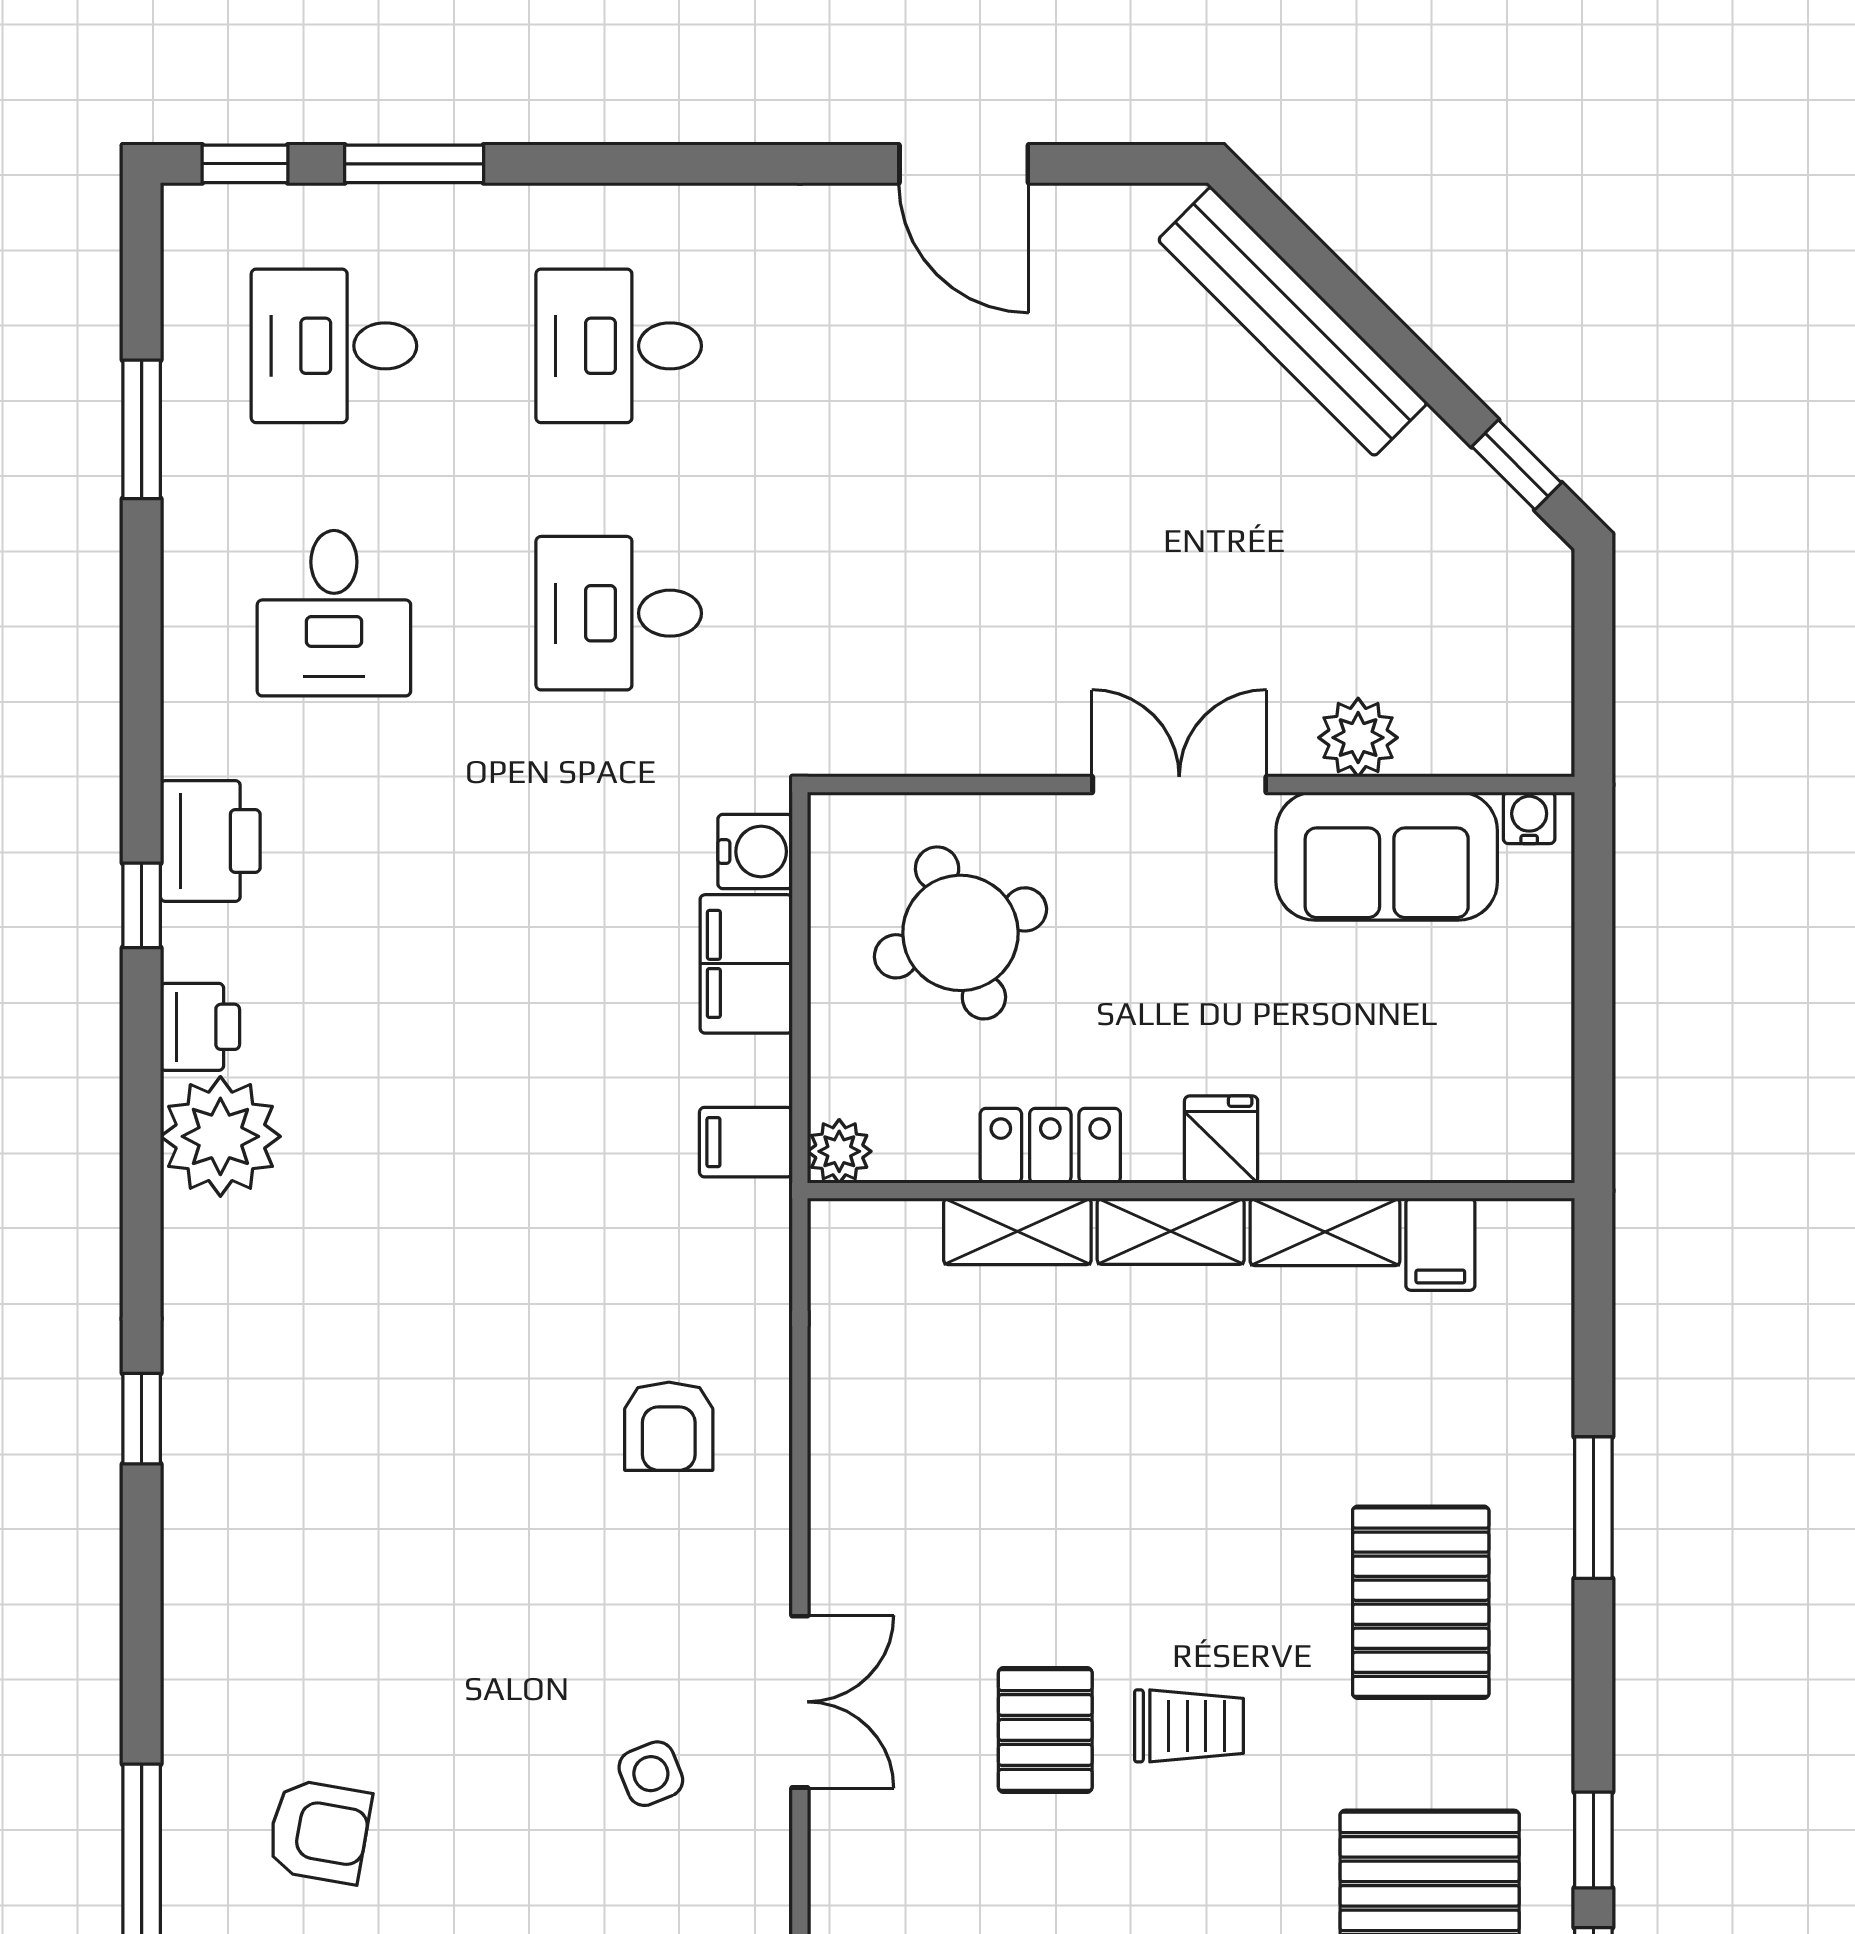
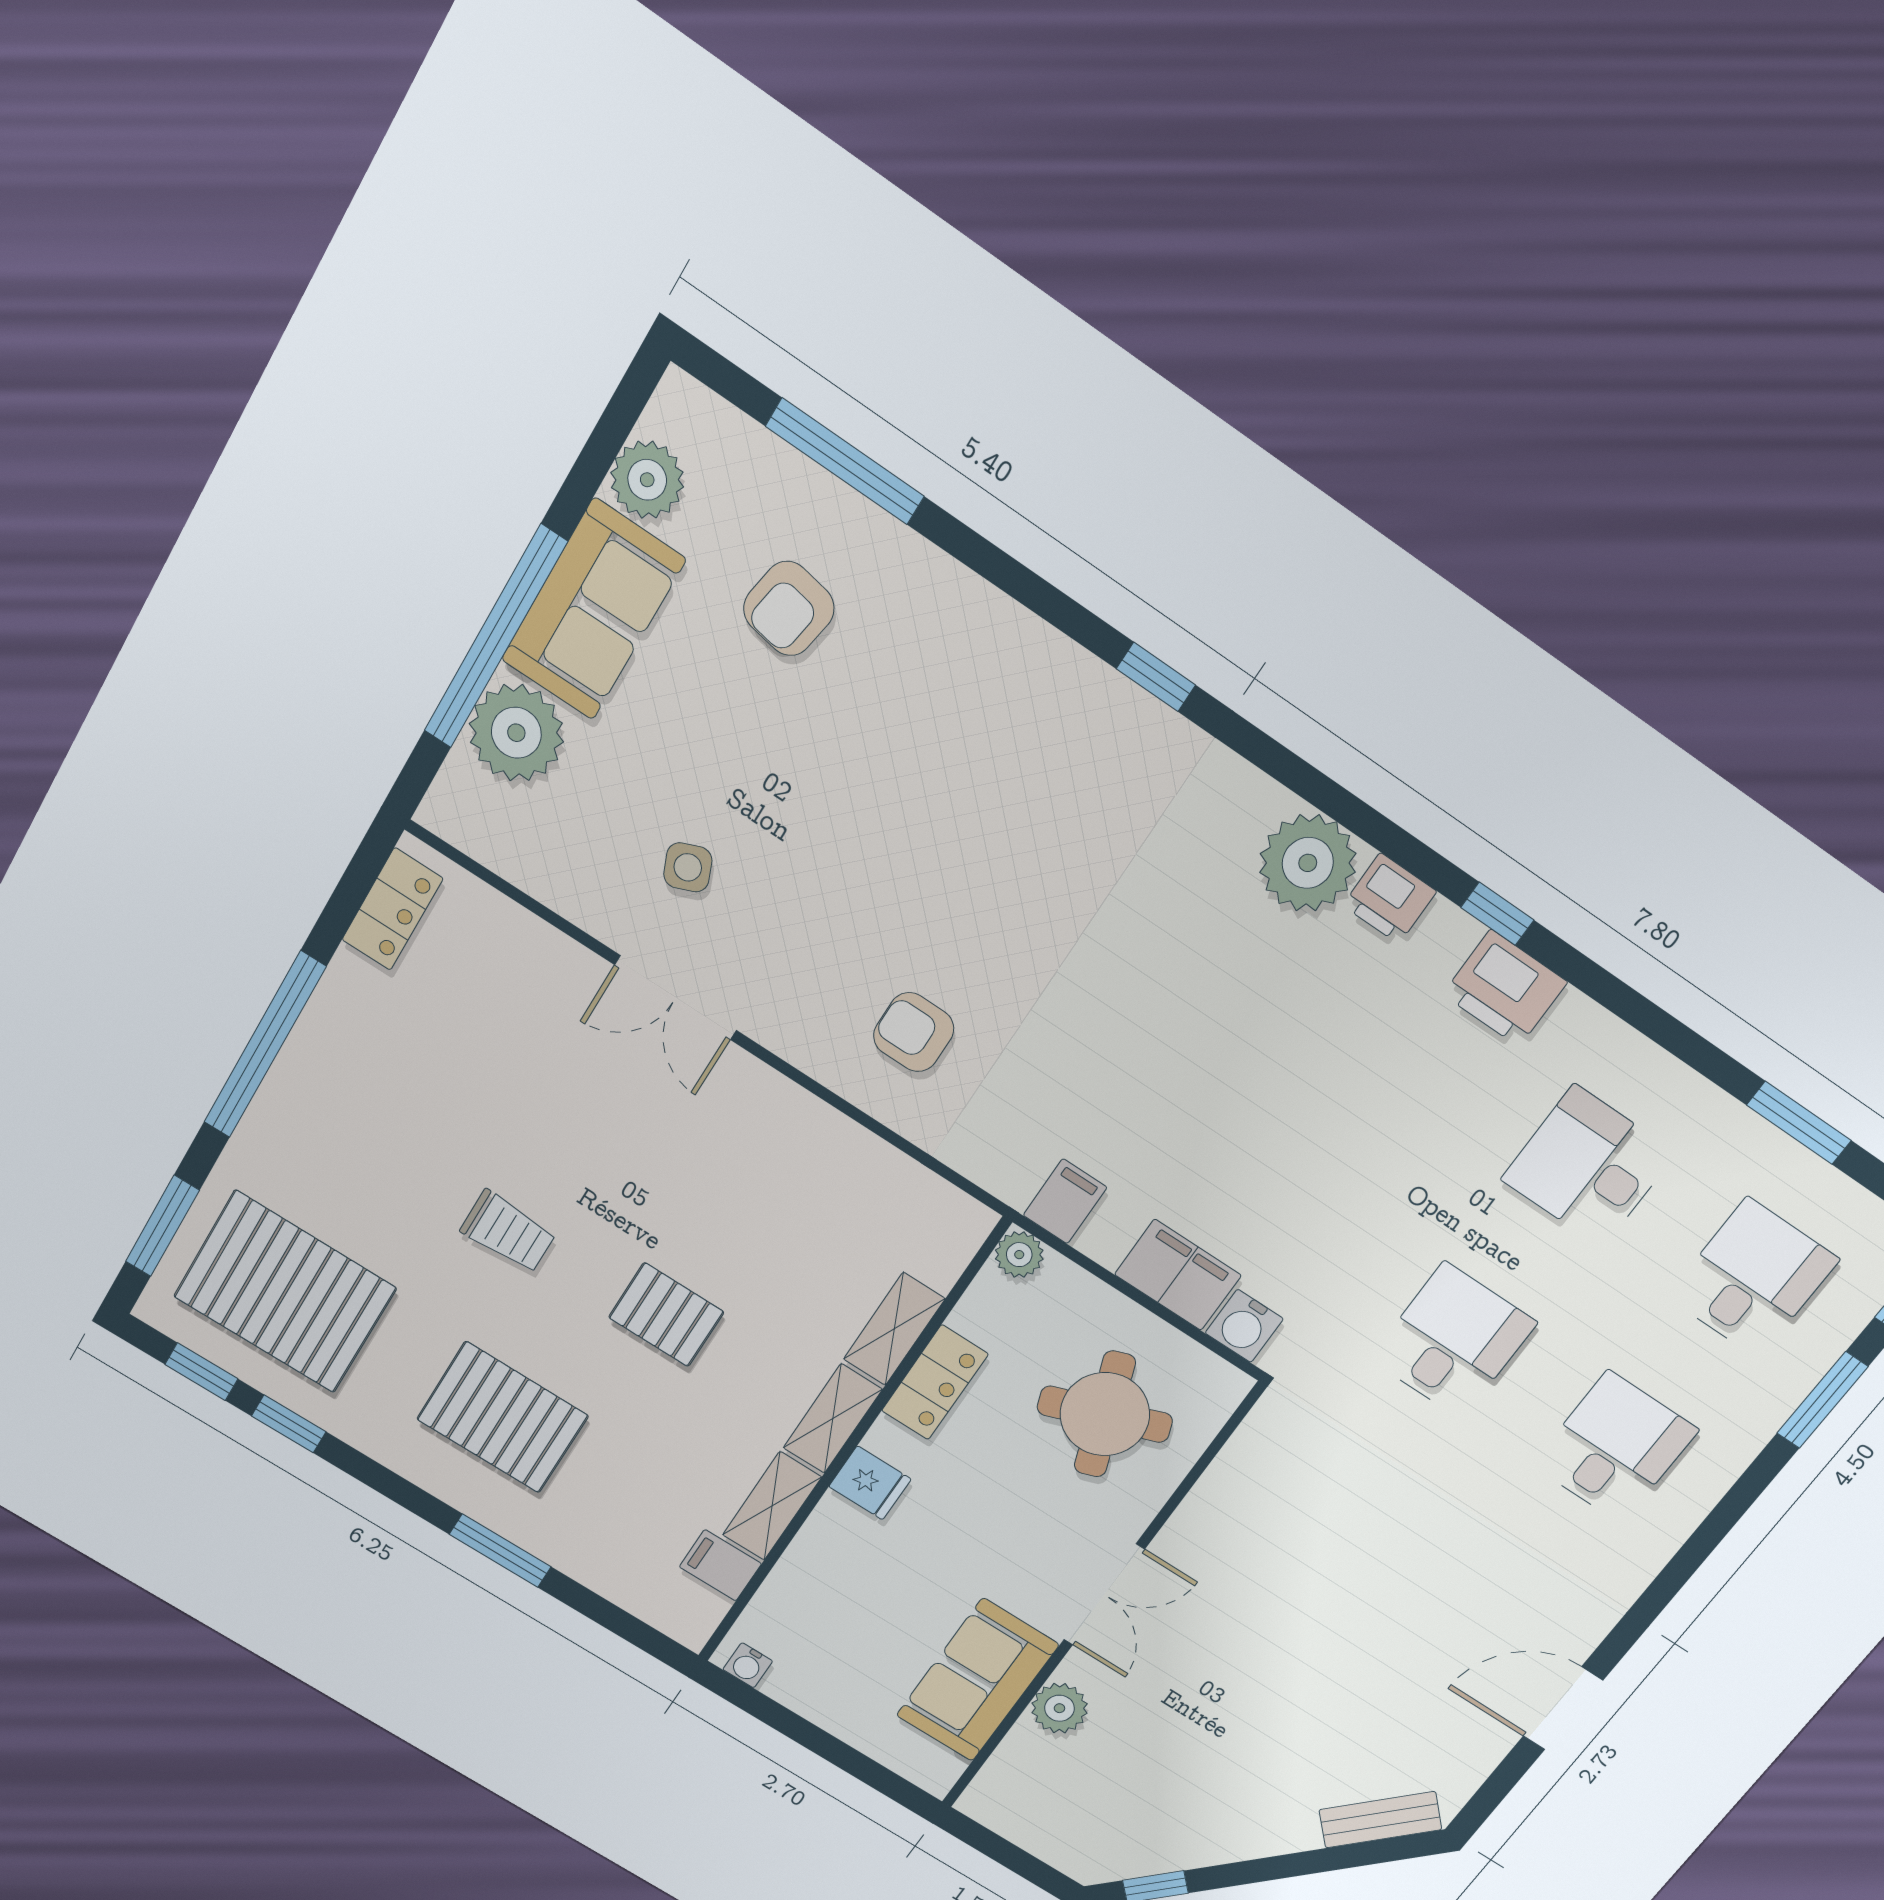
bench: (1293, 321) -> (1380, 1820), width x0.54, depth x0.82
water cooler: (1529, 818) -> (748, 1665), moved, turned 90
trolley: (1189, 1726) -> (508, 1232), turned -90
pallet: (1045, 1730) -> (666, 1315), moved

